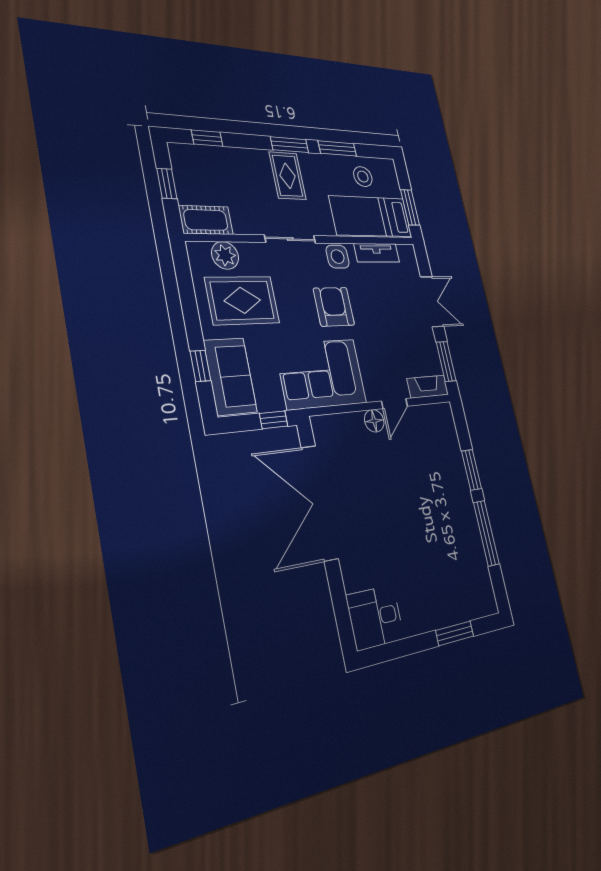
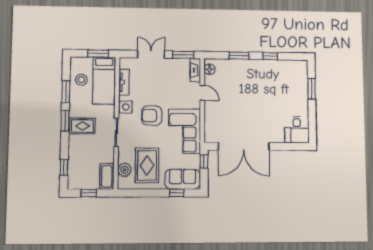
floor lamp: (374, 421) -> (209, 69), moved
window: (486, 533) -> (270, 56), width x0.46

